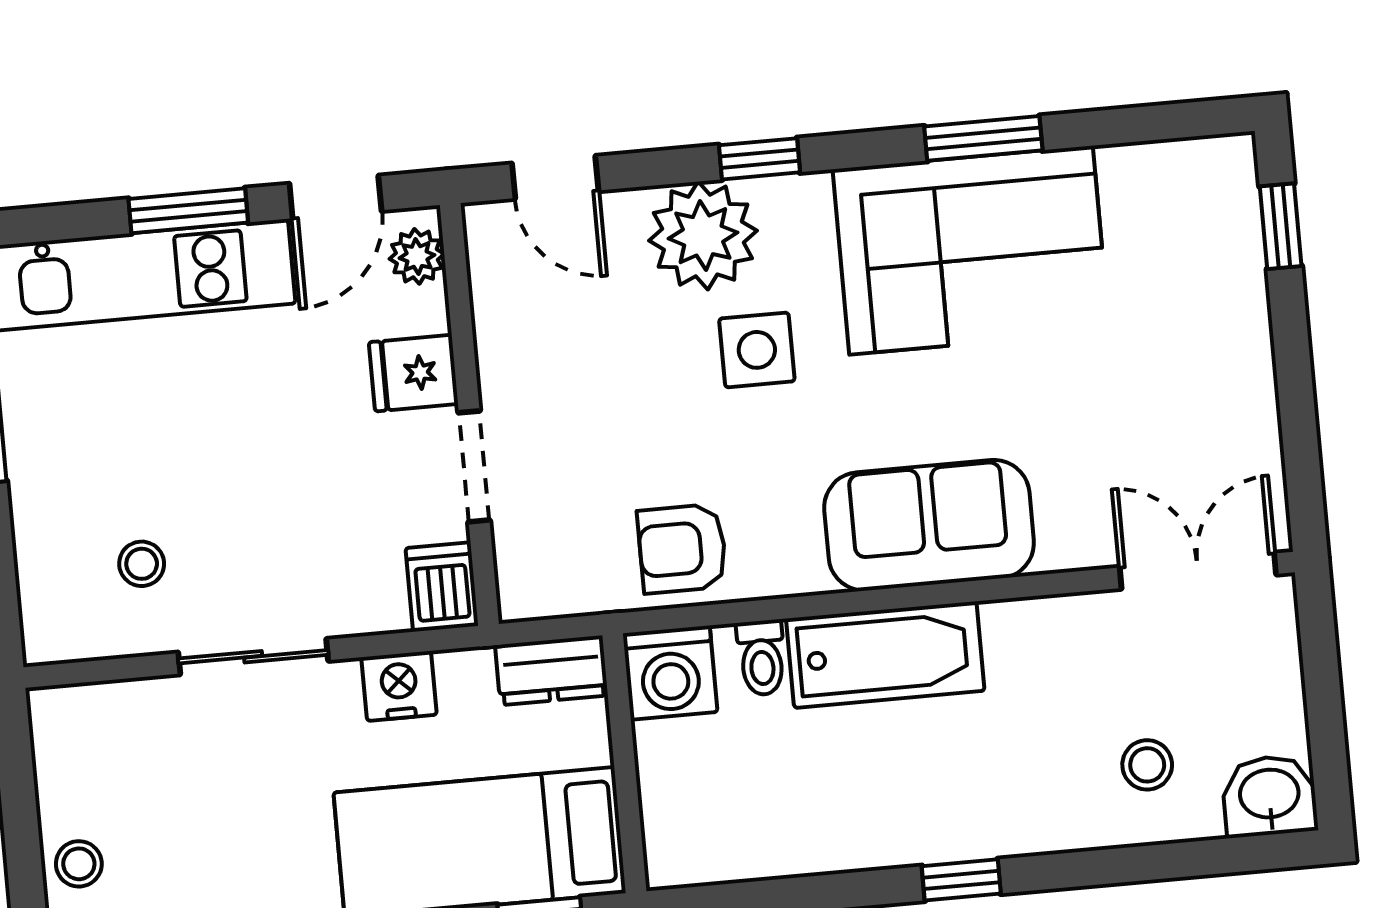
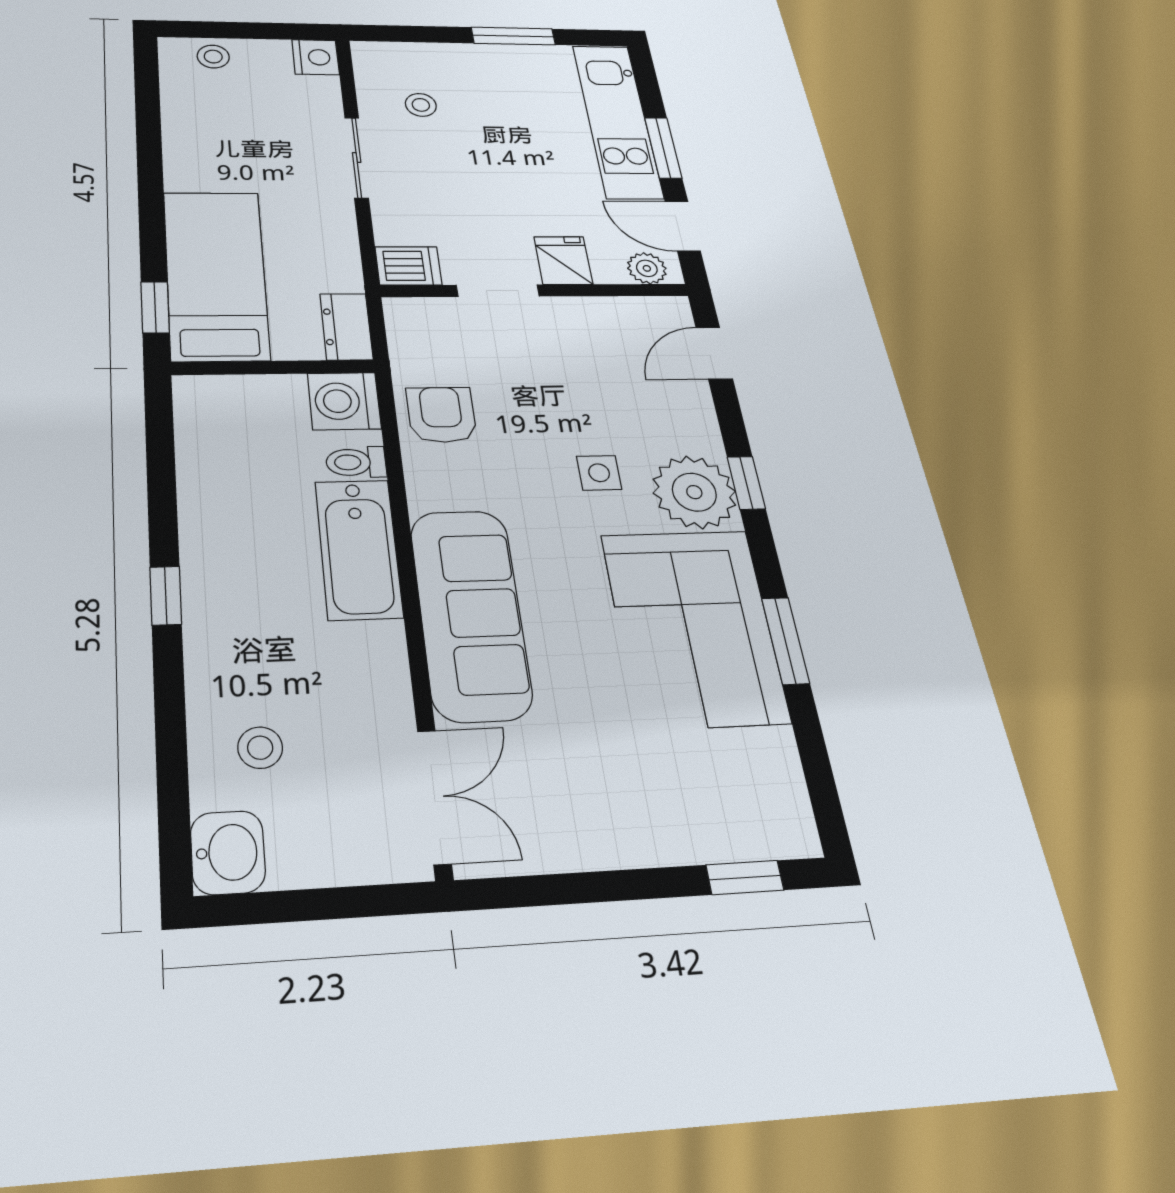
plant: (703, 236) -> (694, 492), moved
side table: (757, 350) -> (599, 473), width x0.73, depth x0.73
sofa: (929, 525) -> (470, 613), width x1.36
nightstand: (399, 686) -> (316, 57), moved

